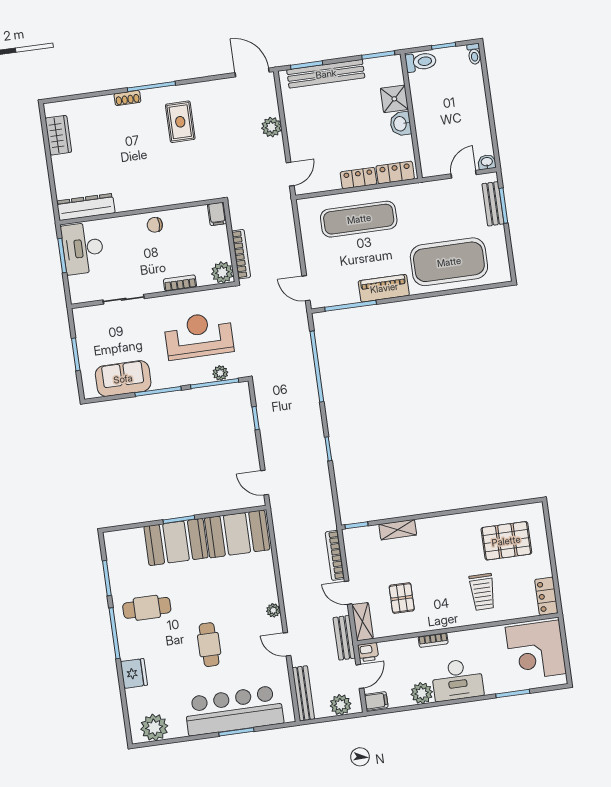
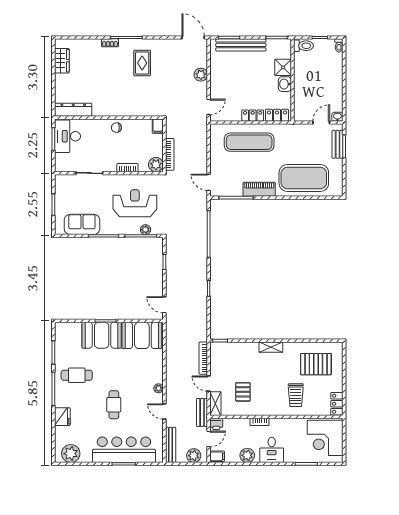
shelving: (398, 530) -> (271, 347), moved
desk: (457, 680) -> (272, 450), width x0.73

